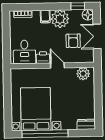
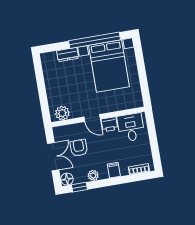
plant: (60, 19) -> (93, 175), width x0.53, depth x0.53
dresser: (86, 124) -> (68, 54), moved

